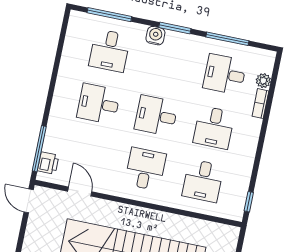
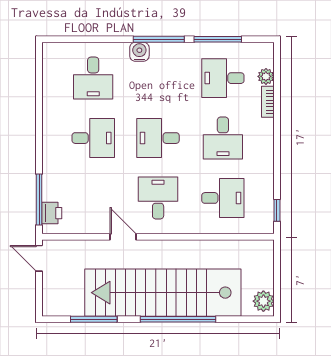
window: (109, 15) -> (85, 39), removed
window: (175, 28) -> (159, 39), width x1.44
desk: (99, 104) -> (93, 138), turned 180
desk: (203, 181) -> (223, 198), turned -90
door: (80, 191) -> (123, 237), moved

